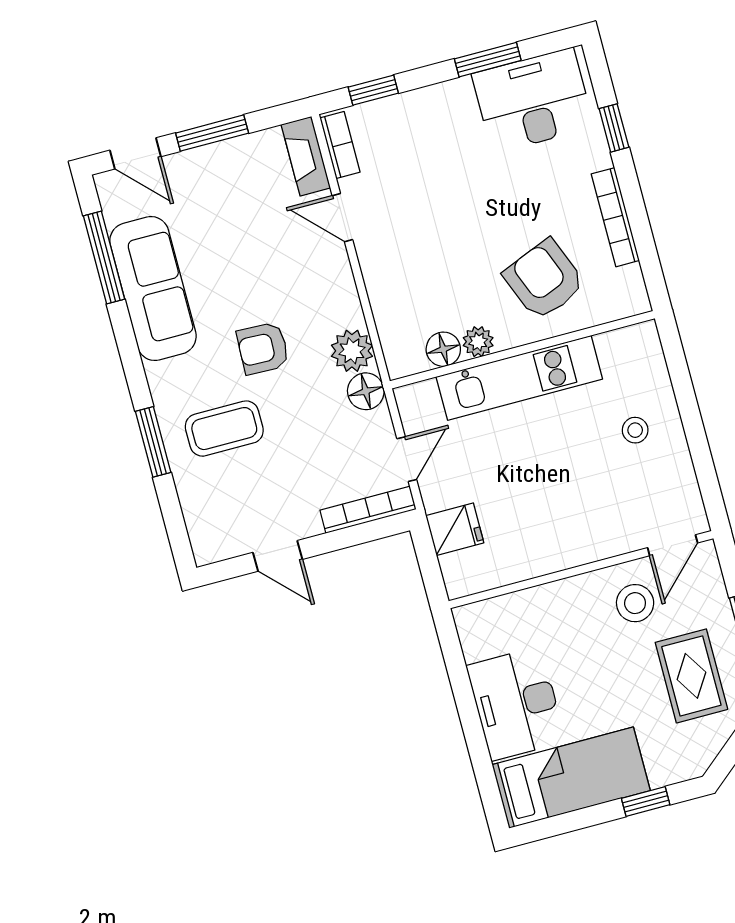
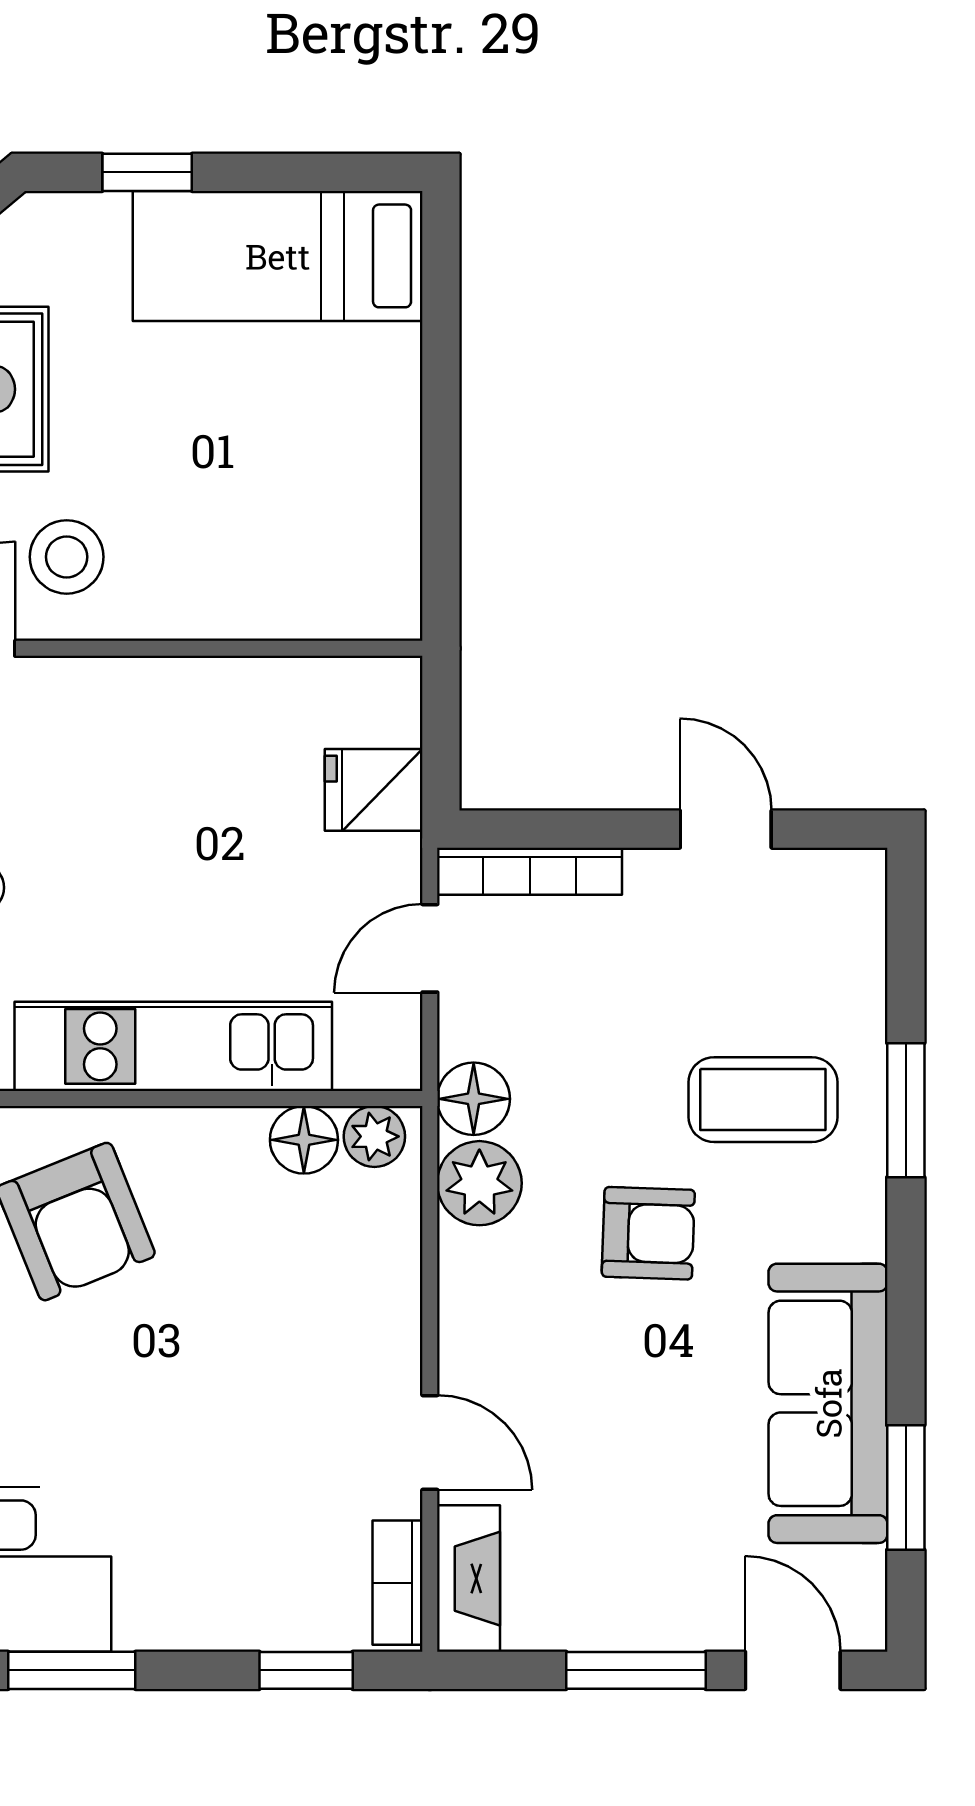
window: (104, 258) -> (906, 1488), width x0.69
plant: (478, 342) -> (374, 1136), moved
desk: (516, 704) -> (345, 425), removed

